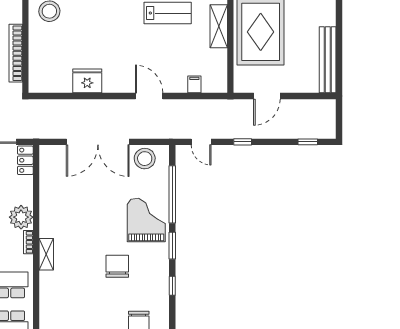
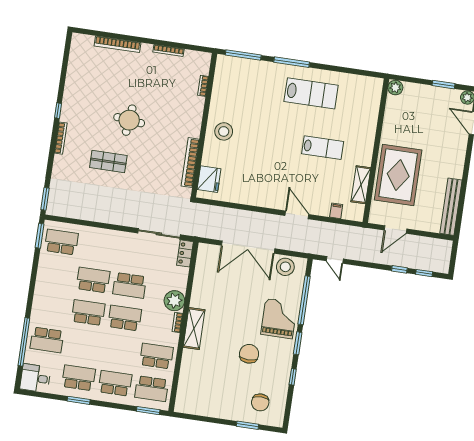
shelving: (219, 26) -> (361, 185), moved
fridge: (87, 81) -> (209, 179), moved, turned 90
window: (243, 142) -> (399, 269), moved
shelving: (46, 254) -> (194, 329), width x1.50, depth x1.33

